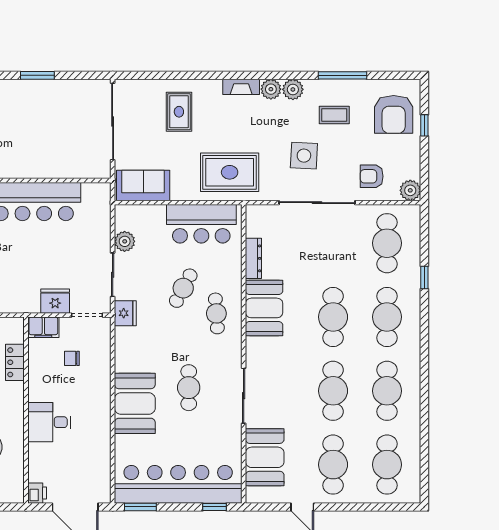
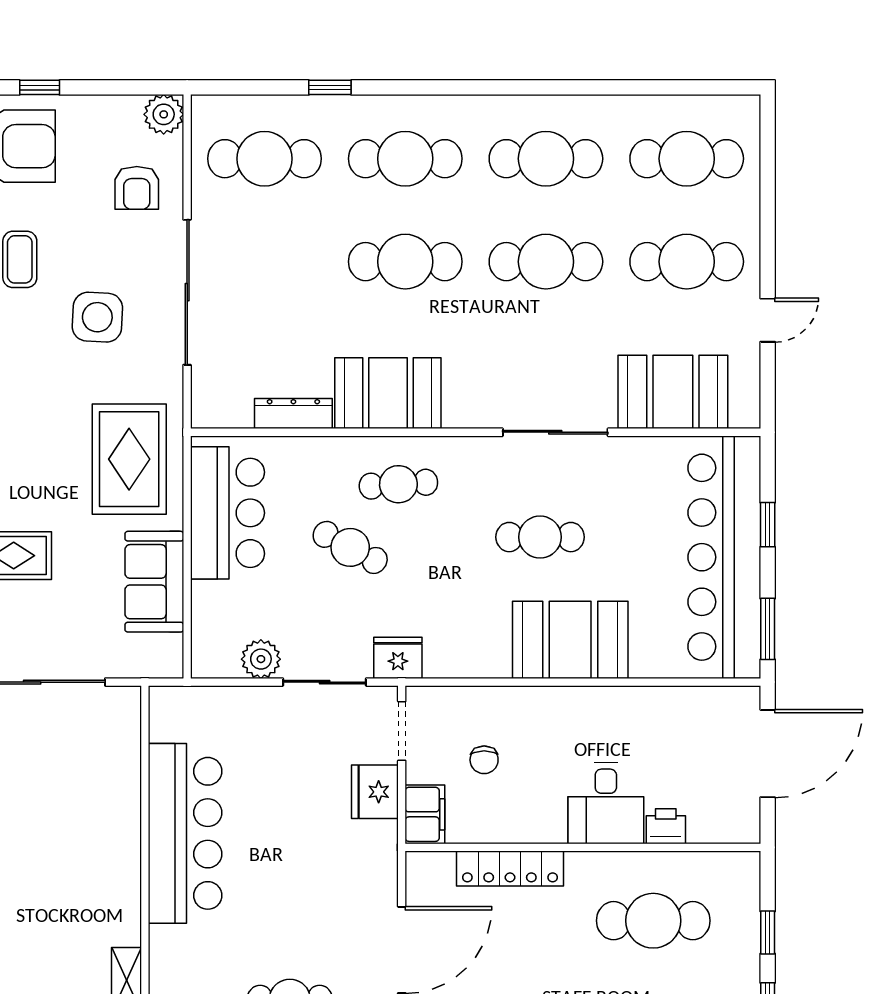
sofa: (143, 185) -> (154, 582), moved
locker: (15, 362) -> (510, 869), width x1.53
printer: (37, 493) -> (666, 826), moved
window: (215, 507) -> (768, 525), moved

